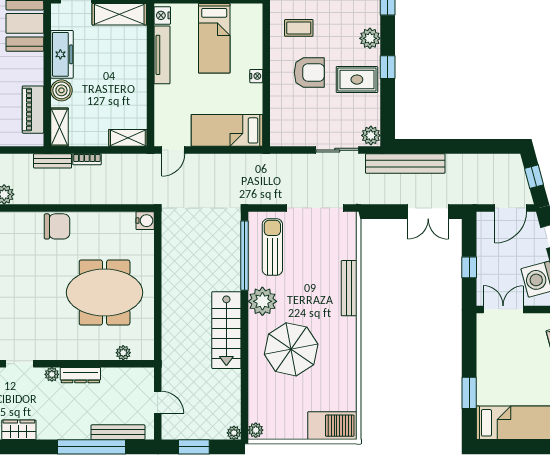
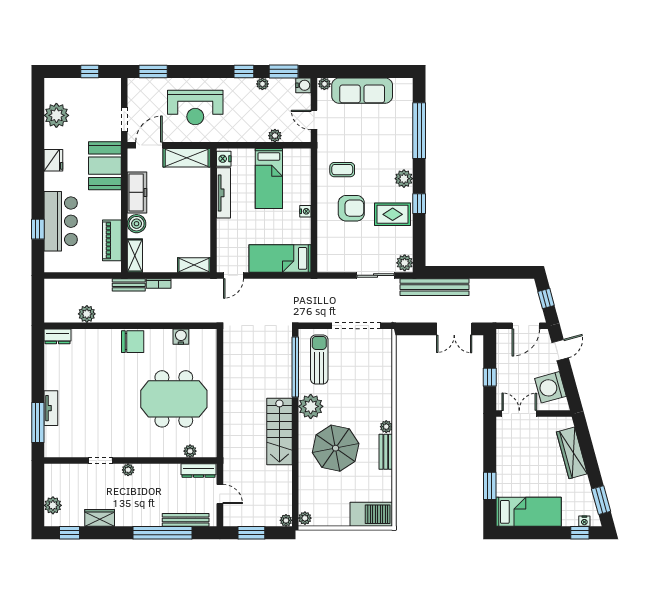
water cooler: (145, 221) -> (181, 337), moved, turned -90
bench: (349, 288) -> (386, 452), moved, width x0.73
plant: (350, 325) -> (386, 427), added
dresser: (80, 375) -> (199, 471), moved

